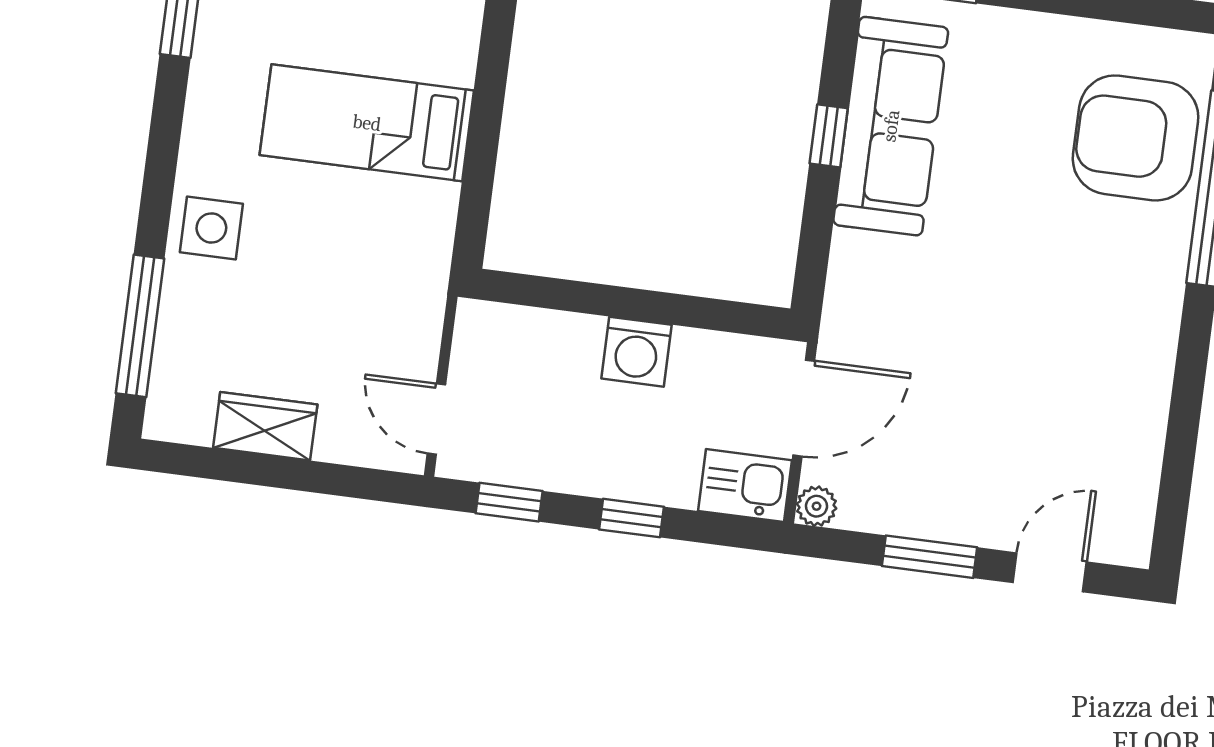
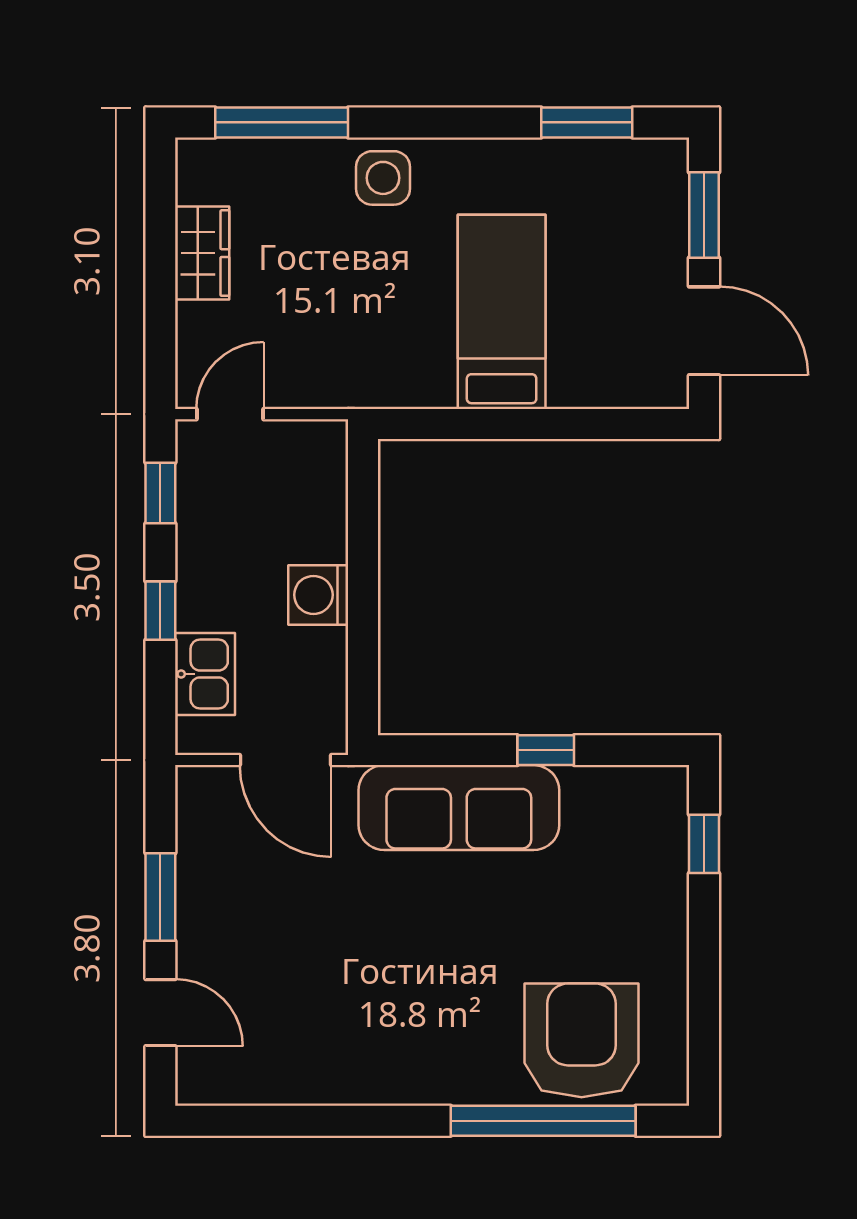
sofa: (891, 126) -> (459, 808), moved
kitchen sink: (745, 486) -> (205, 674), moved
plant: (817, 506) -> (194, 784), removed

